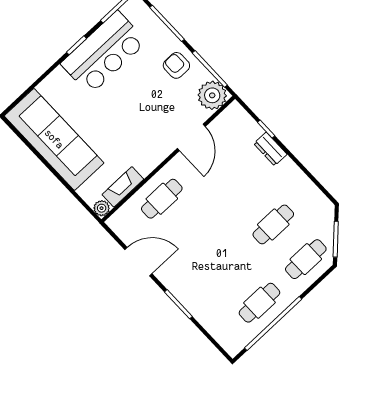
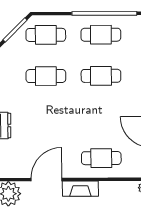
fireplace: (123, 187) -> (80, 189), moved
cafe table: (227, 268) -> (101, 76), added

